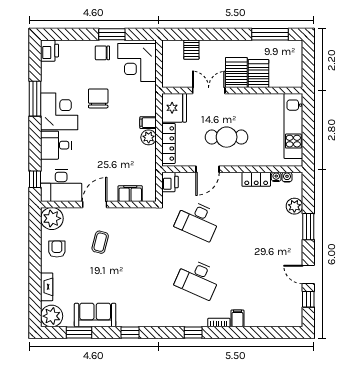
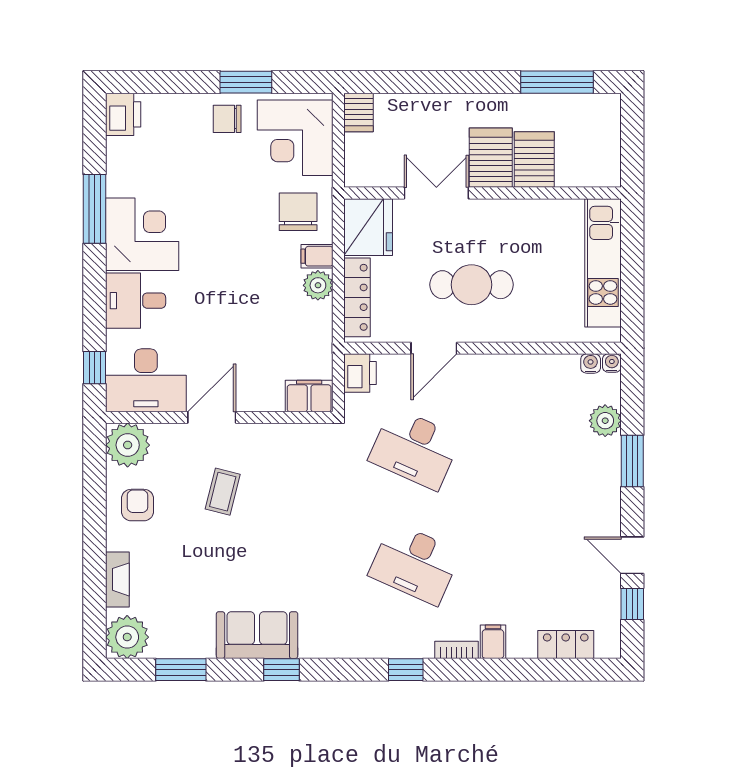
server rack: (191, 50) -> (359, 113), moved
chair: (98, 98) -> (298, 212), moved
water cooler: (276, 177) -> (612, 363), moved
locker: (256, 179) -> (566, 644), moved, turned 180
filing cabinet: (130, 194) -> (309, 396), moved
sofa: (95, 315) -> (257, 635), moved

